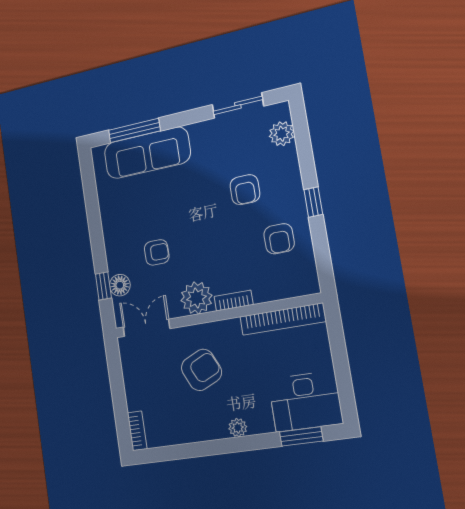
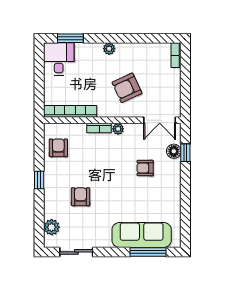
armchair: (279, 239) -> (58, 148), moved
plant: (196, 298) -> (118, 129), width x0.53, depth x0.53
desk: (305, 401) -> (59, 59), width x0.73

